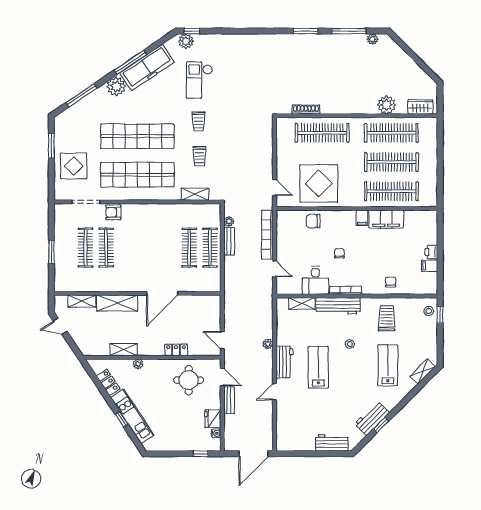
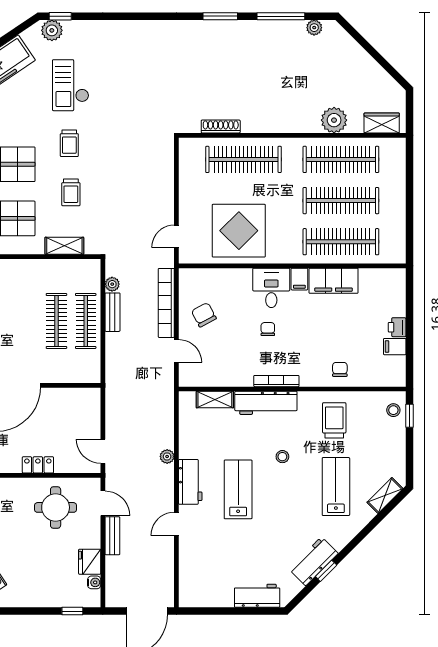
door: (274, 187) -> (176, 236), swing flipped
chair: (313, 221) -> (204, 315), moved, turned 62
desk: (315, 280) -> (271, 288), moved, turned 180

